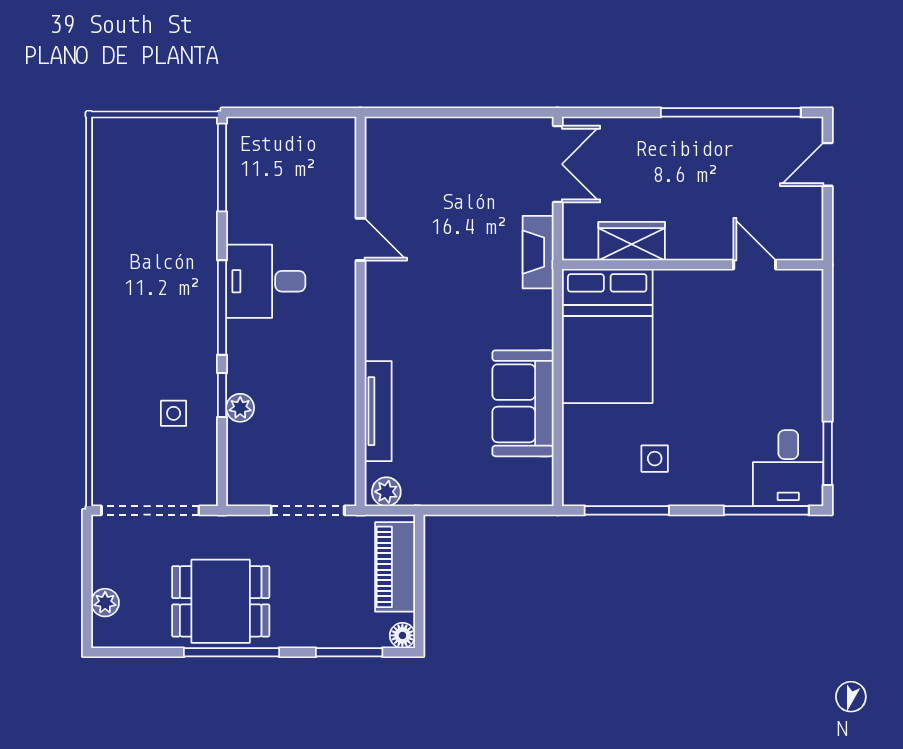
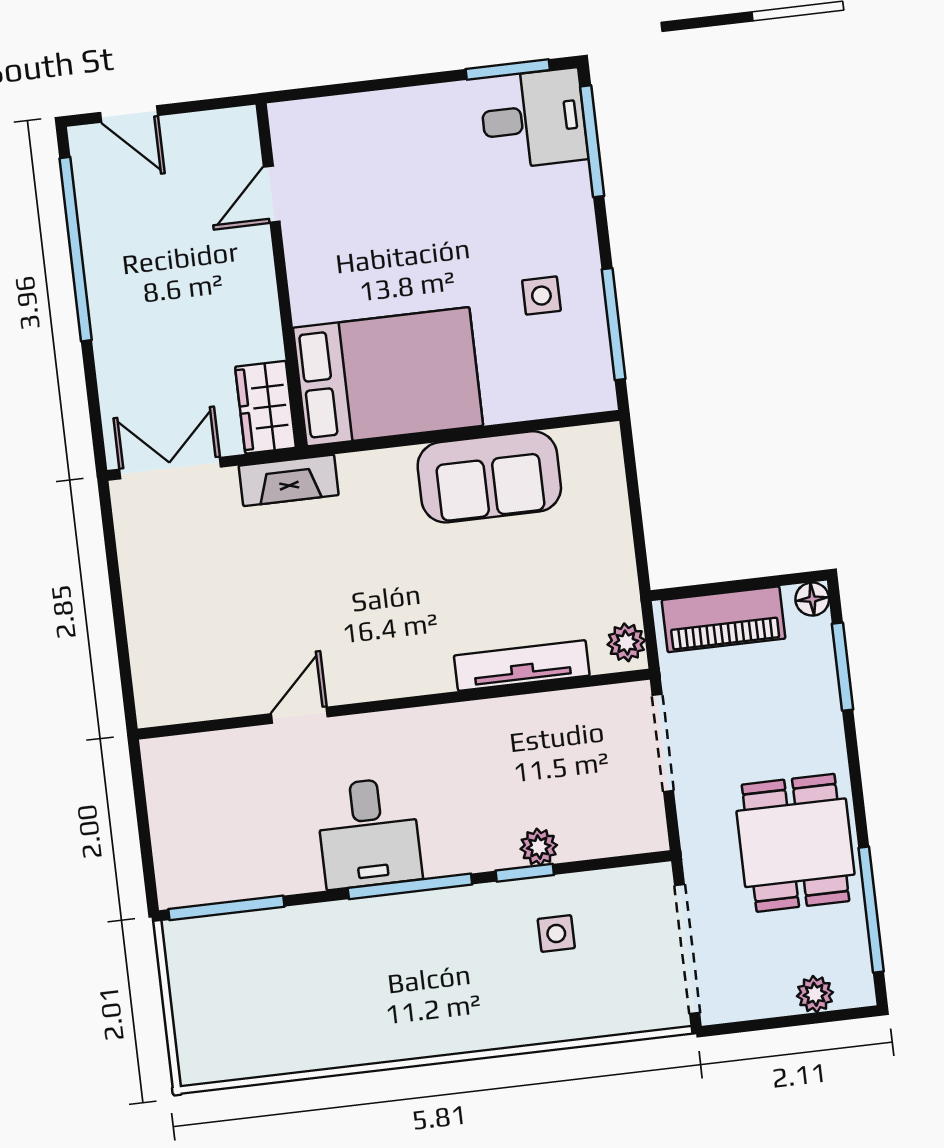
wardrobe: (632, 241) -> (266, 407), moved
window: (232, 652) -> (871, 910), moved

